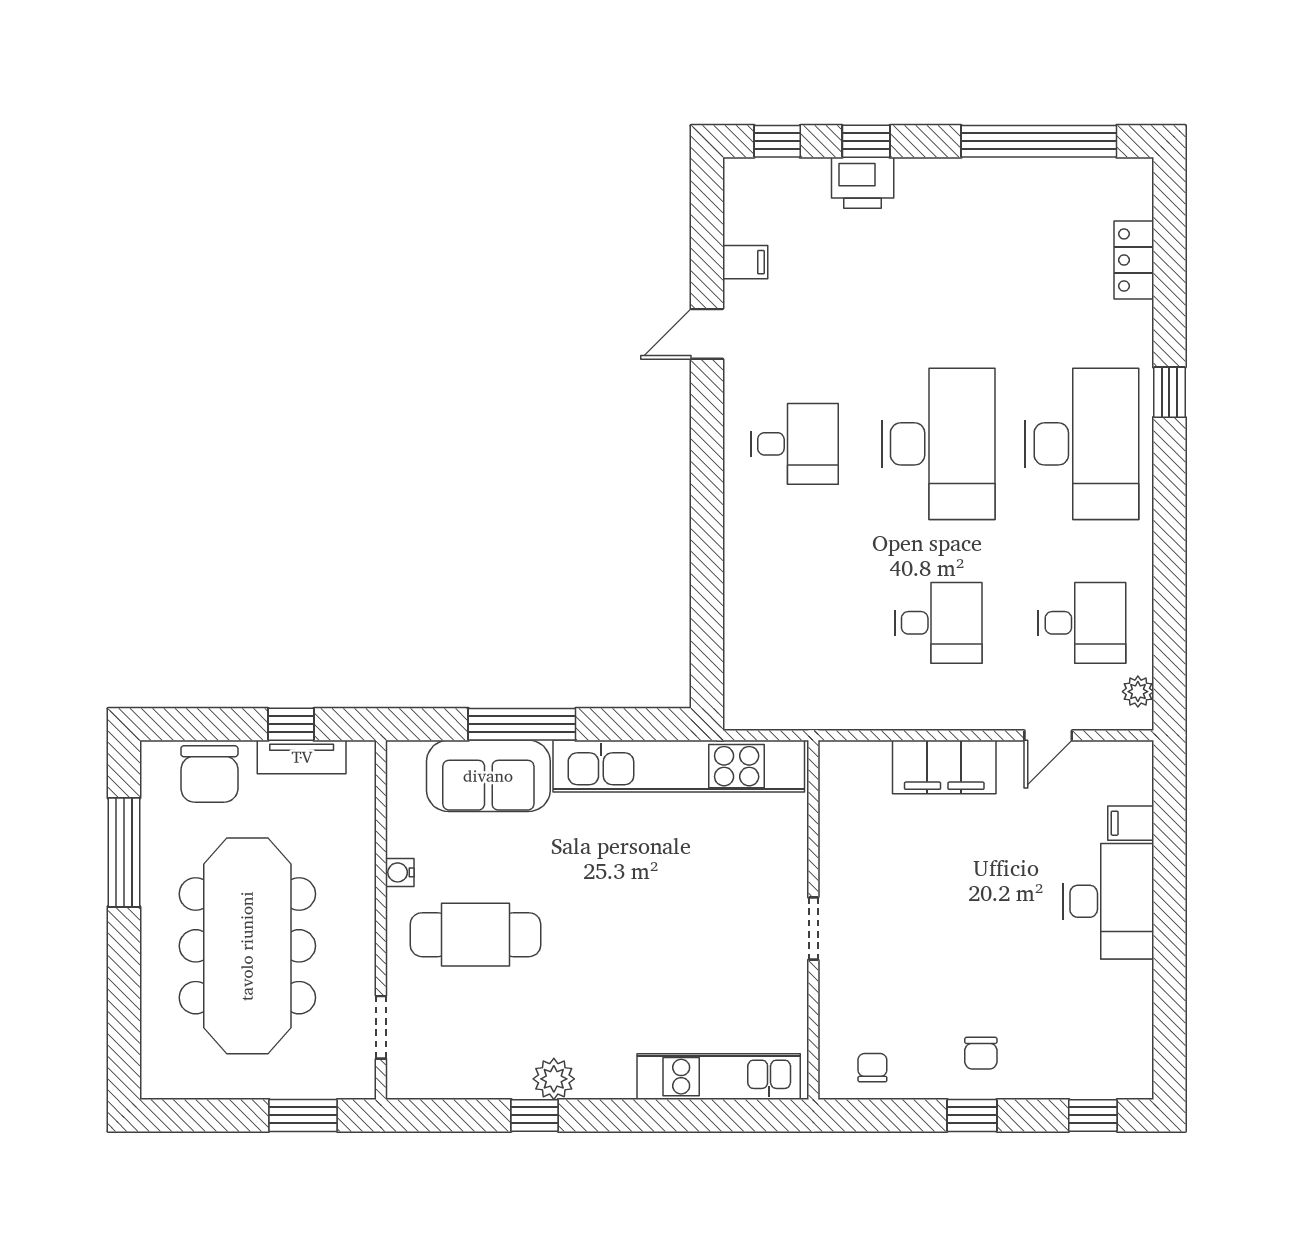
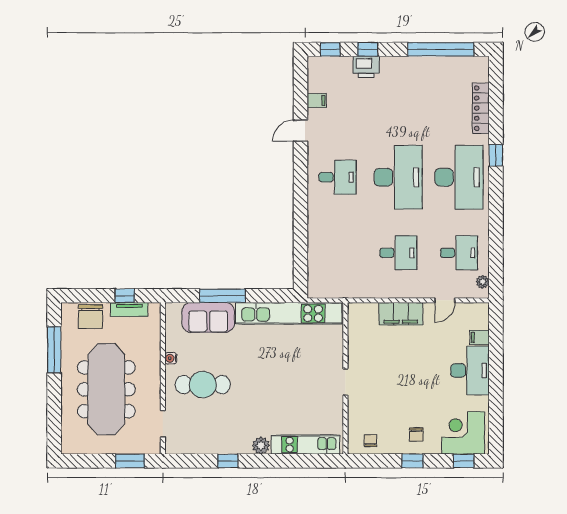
locker: (1134, 260) -> (481, 108), width x1.53
corner desk: (1092, 1049) -> (463, 433), added
plant: (554, 1079) -> (261, 445), moved

